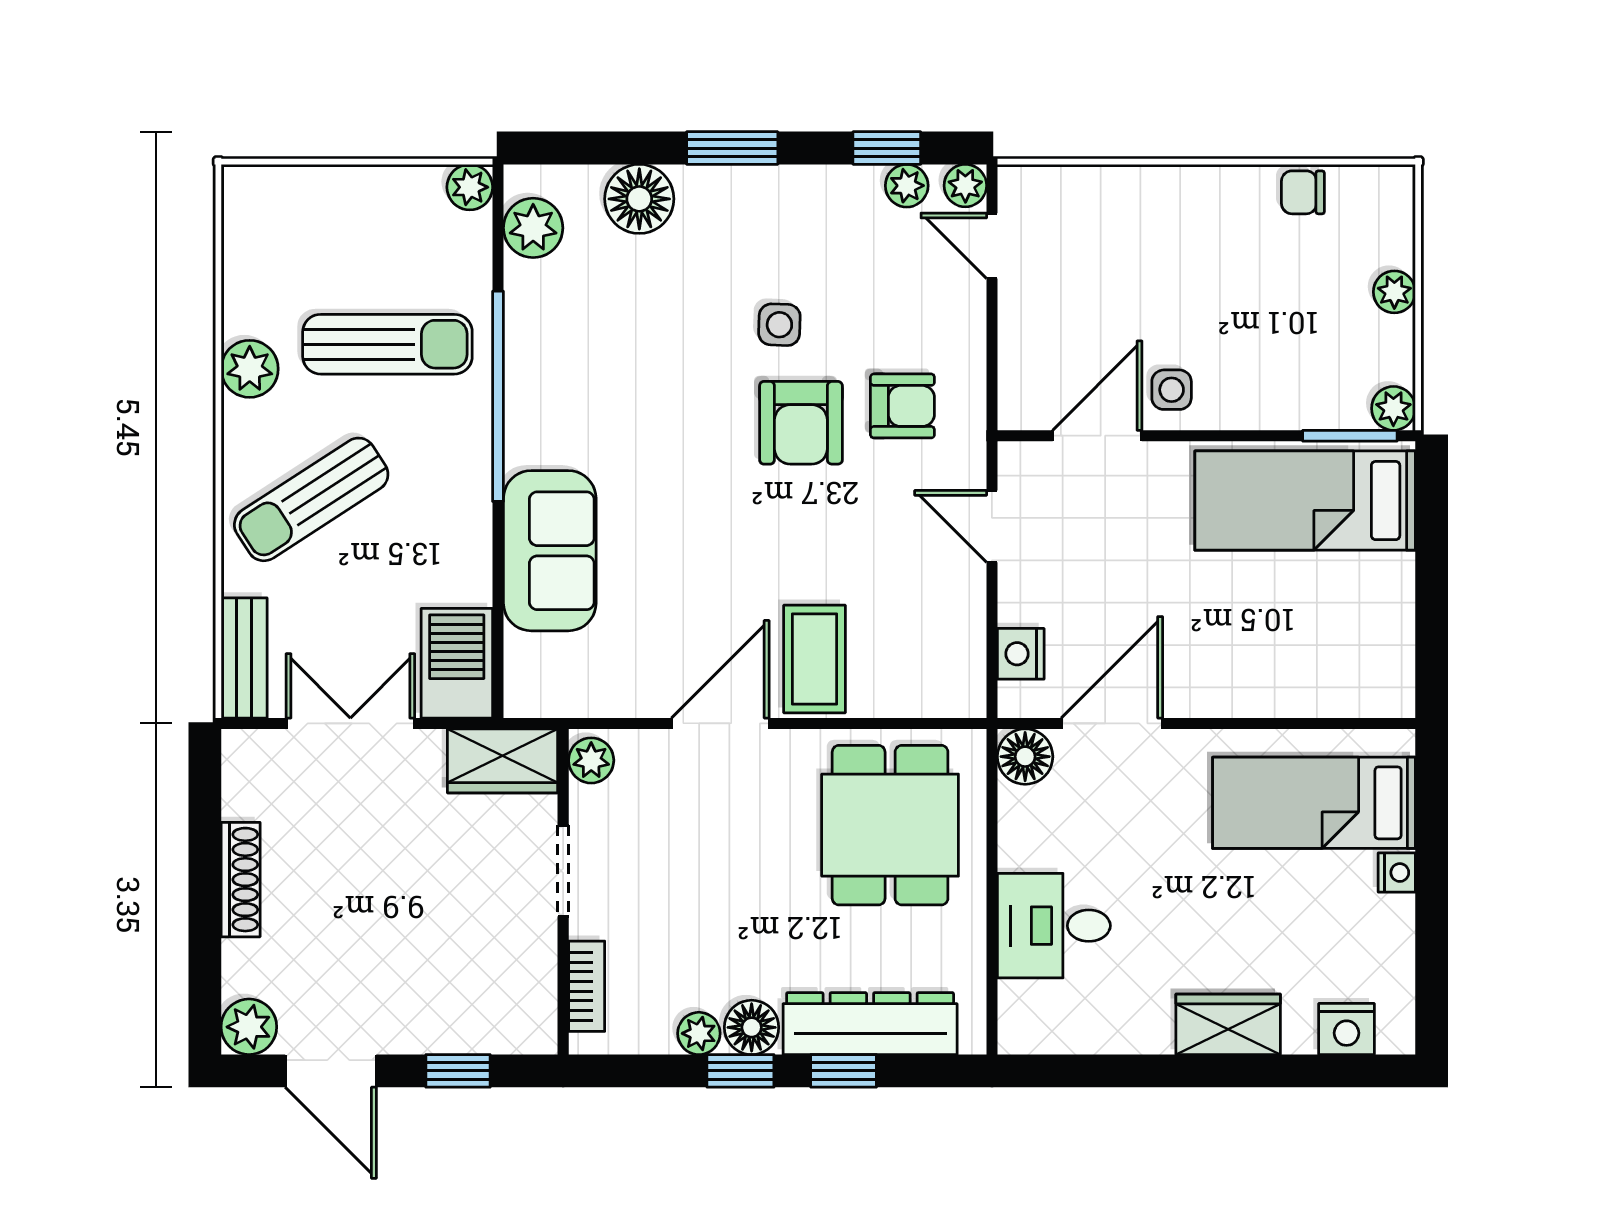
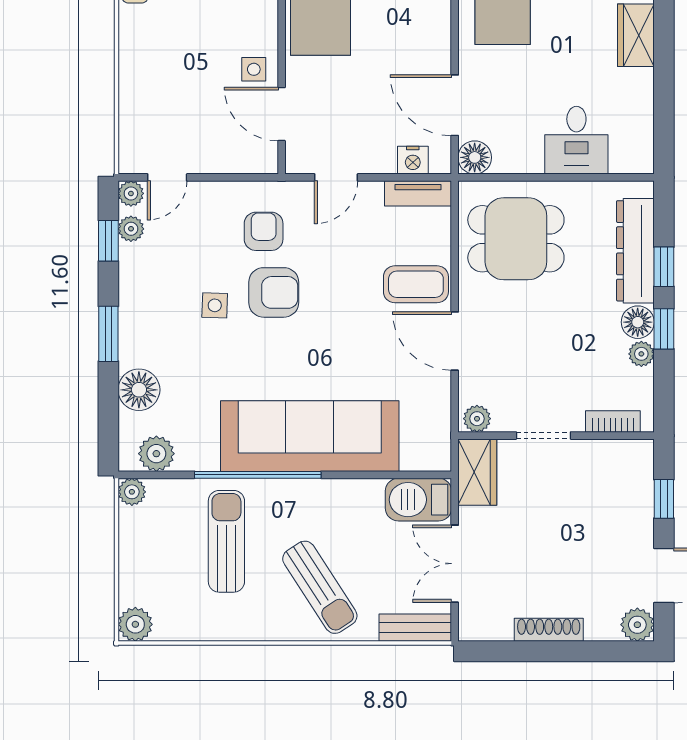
plant: (250, 369) -> (135, 624), moved
sofa: (550, 551) -> (310, 436), width x1.85, depth x1.27
tv unit: (965, 662) -> (418, 193), added

